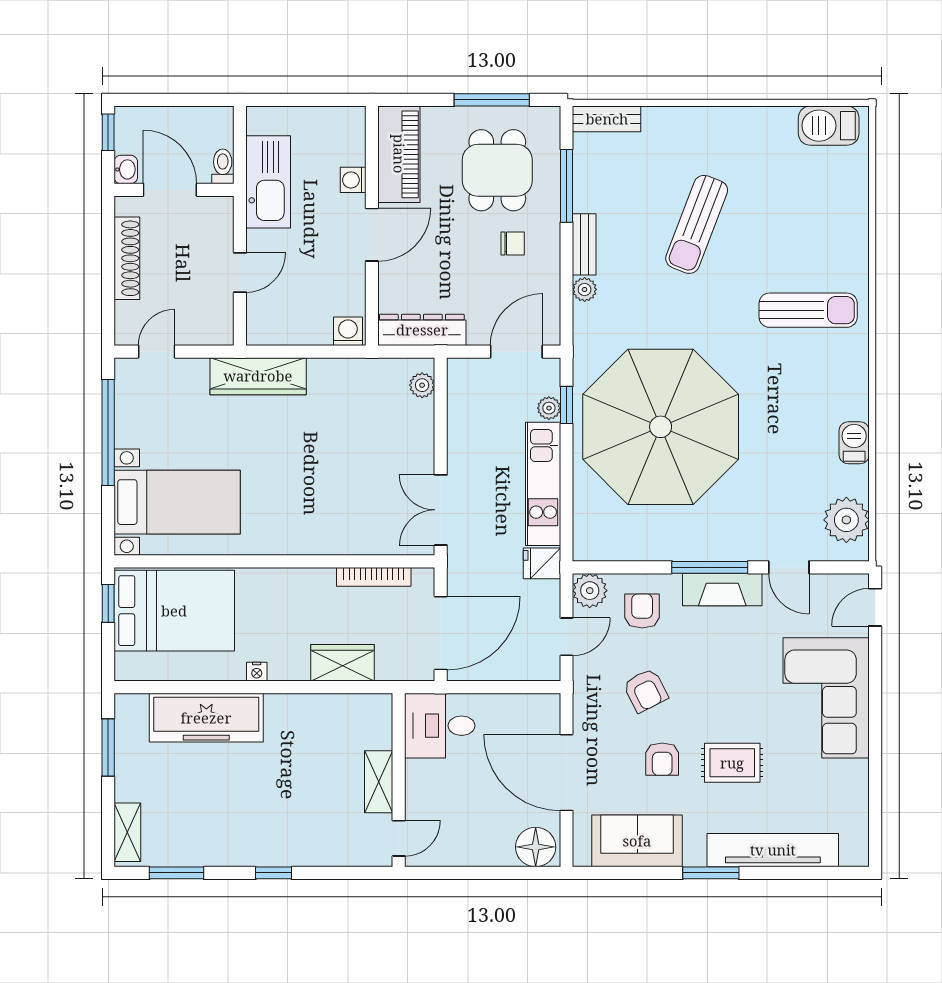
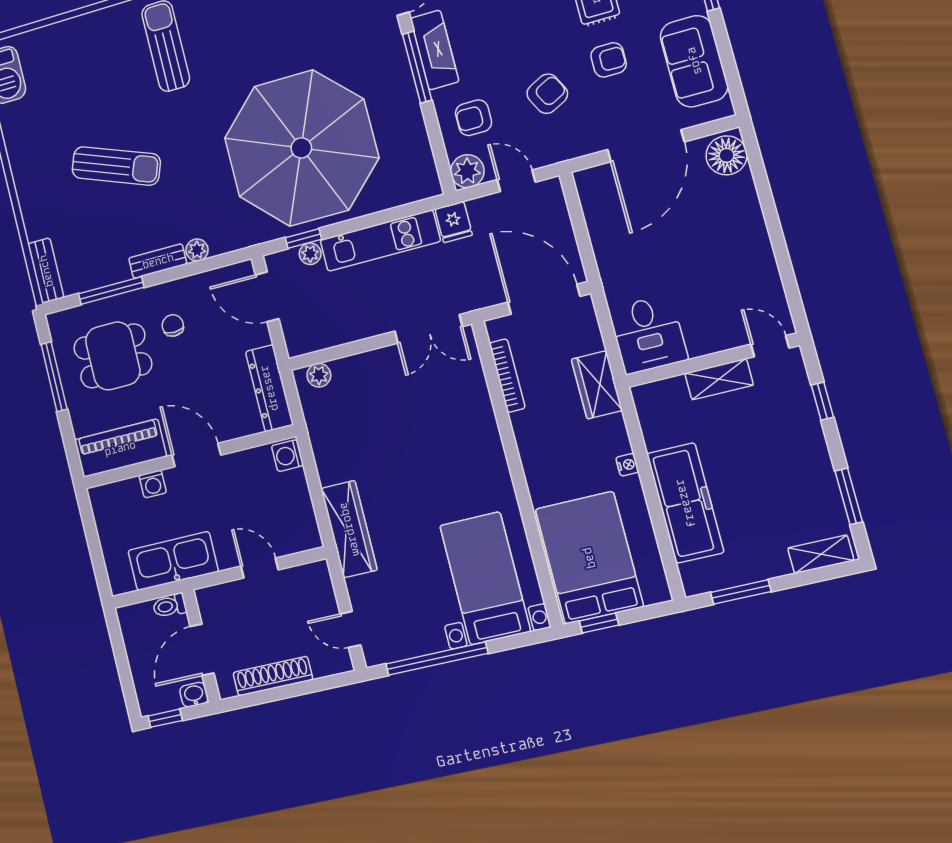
desk: (440, 726) -> (648, 334), moved
wall: (399, 780) -> (712, 360), moved
shelving: (379, 782) -> (719, 379), moved
door: (399, 838) -> (770, 346), moved

